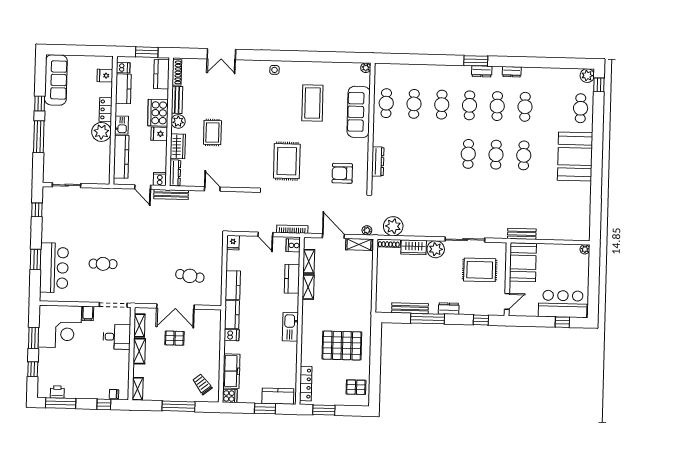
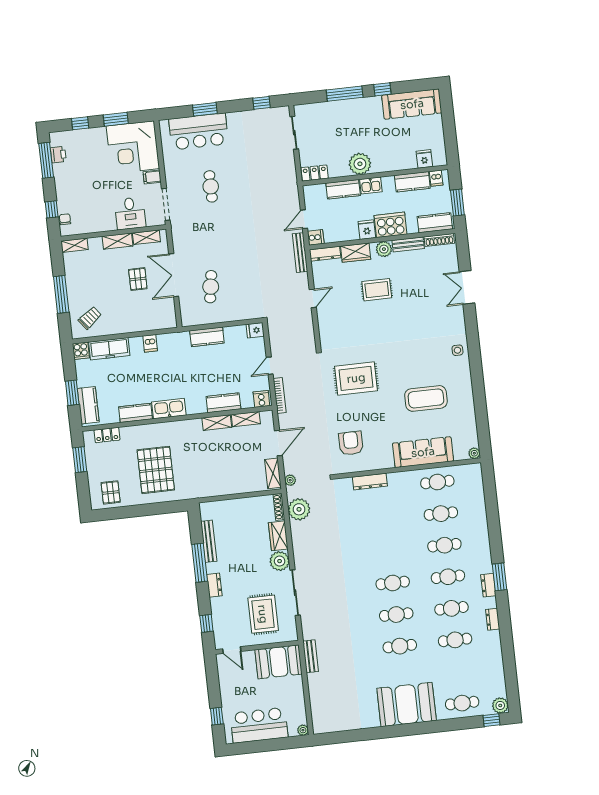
locker: (106, 110) -> (315, 173), moved
kitchen counter: (121, 157) -> (343, 189), width x0.67
bar counter: (563, 304) -> (259, 725), moved, turned -90
kitchen counter: (232, 314) -> (136, 413), moved, turned 180
locker: (306, 384) -> (107, 435), width x0.66

